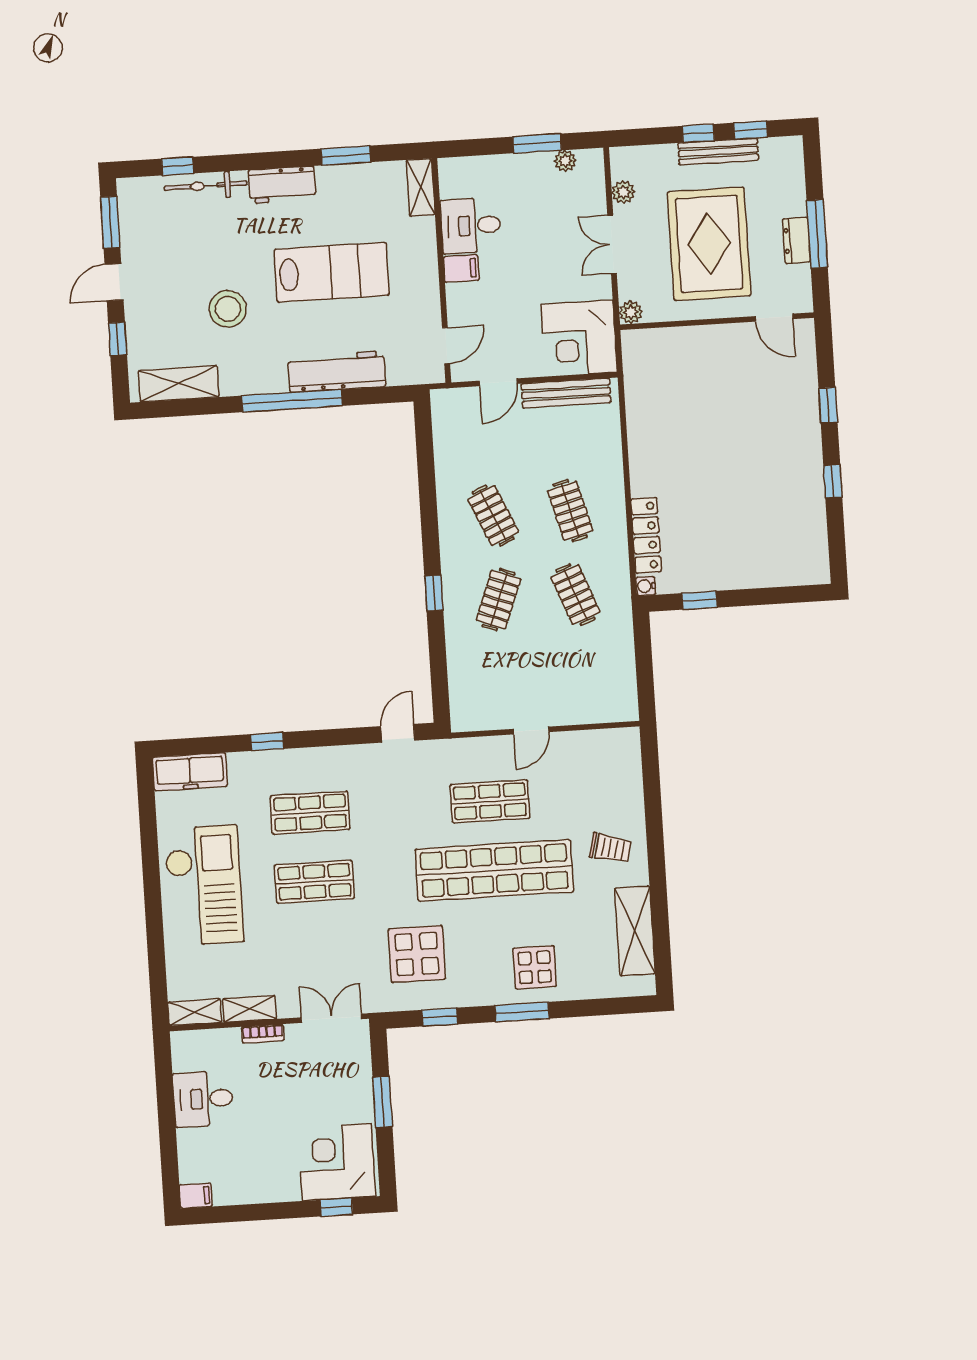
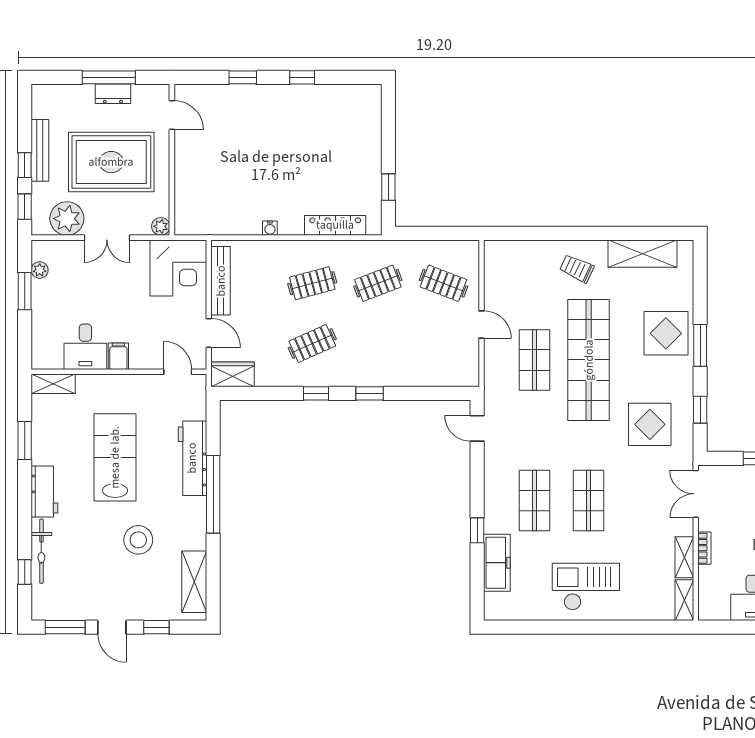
window: (751, 130) -> (25, 207), moved
plant: (623, 192) -> (67, 219), width x1.87, depth x1.87
door: (774, 318) -> (172, 115), hinge flipped
wardrobe: (447, 416) -> (232, 374), added
window: (430, 524) -> (316, 393), added
water cooler: (646, 586) -> (270, 228), moved
clothes rail: (498, 600) -> (443, 283), moved
freezer: (190, 772) -> (497, 563), moved
trolley: (610, 848) -> (577, 269), turned -79
checkout: (204, 885) -> (586, 587), width x0.73, depth x0.83
display table: (535, 967) -> (666, 333), width x1.36, depth x1.36

